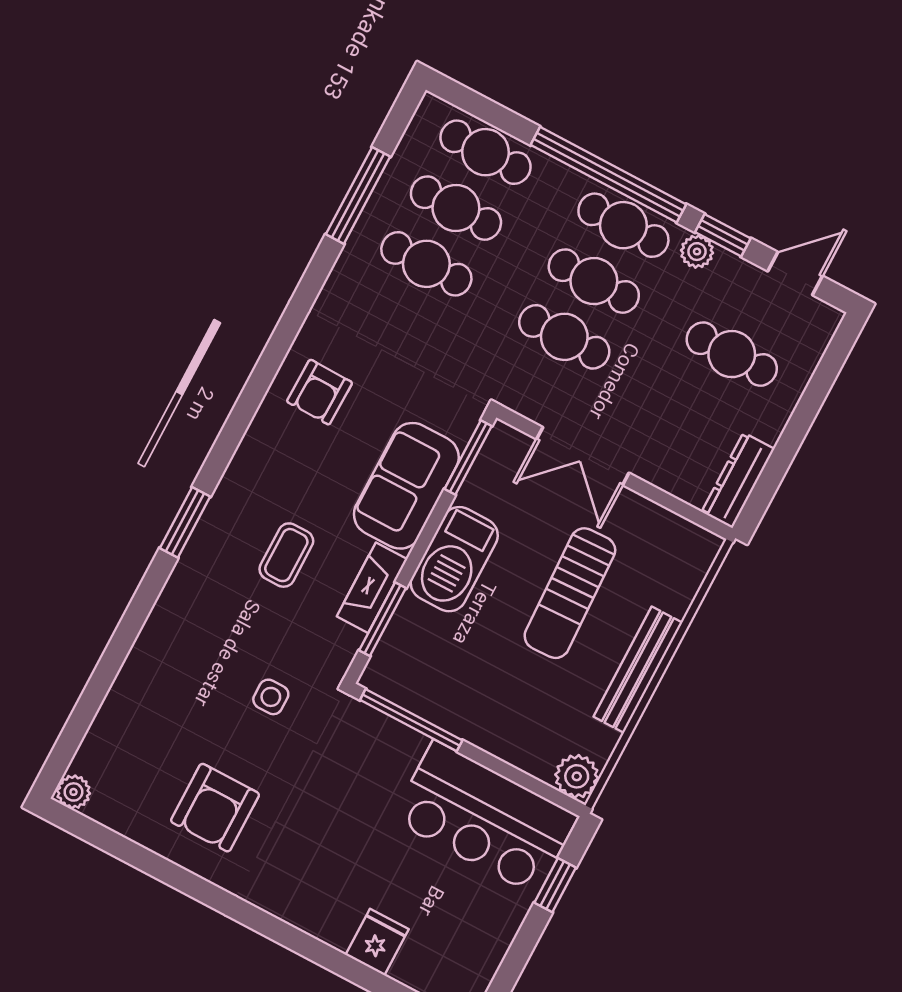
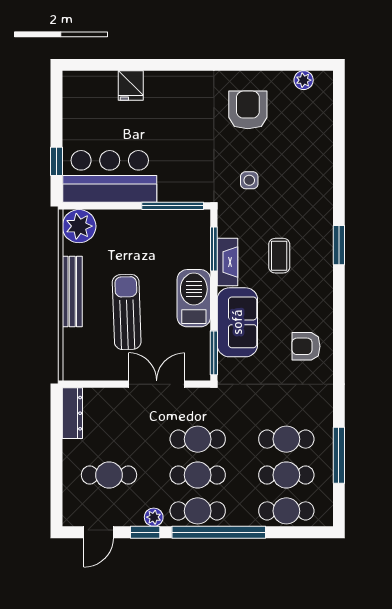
armchair: (320, 392) -> (306, 346), turned -91
plant: (577, 776) -> (79, 226), width x1.36, depth x1.36
plant: (73, 792) -> (304, 80), moved

